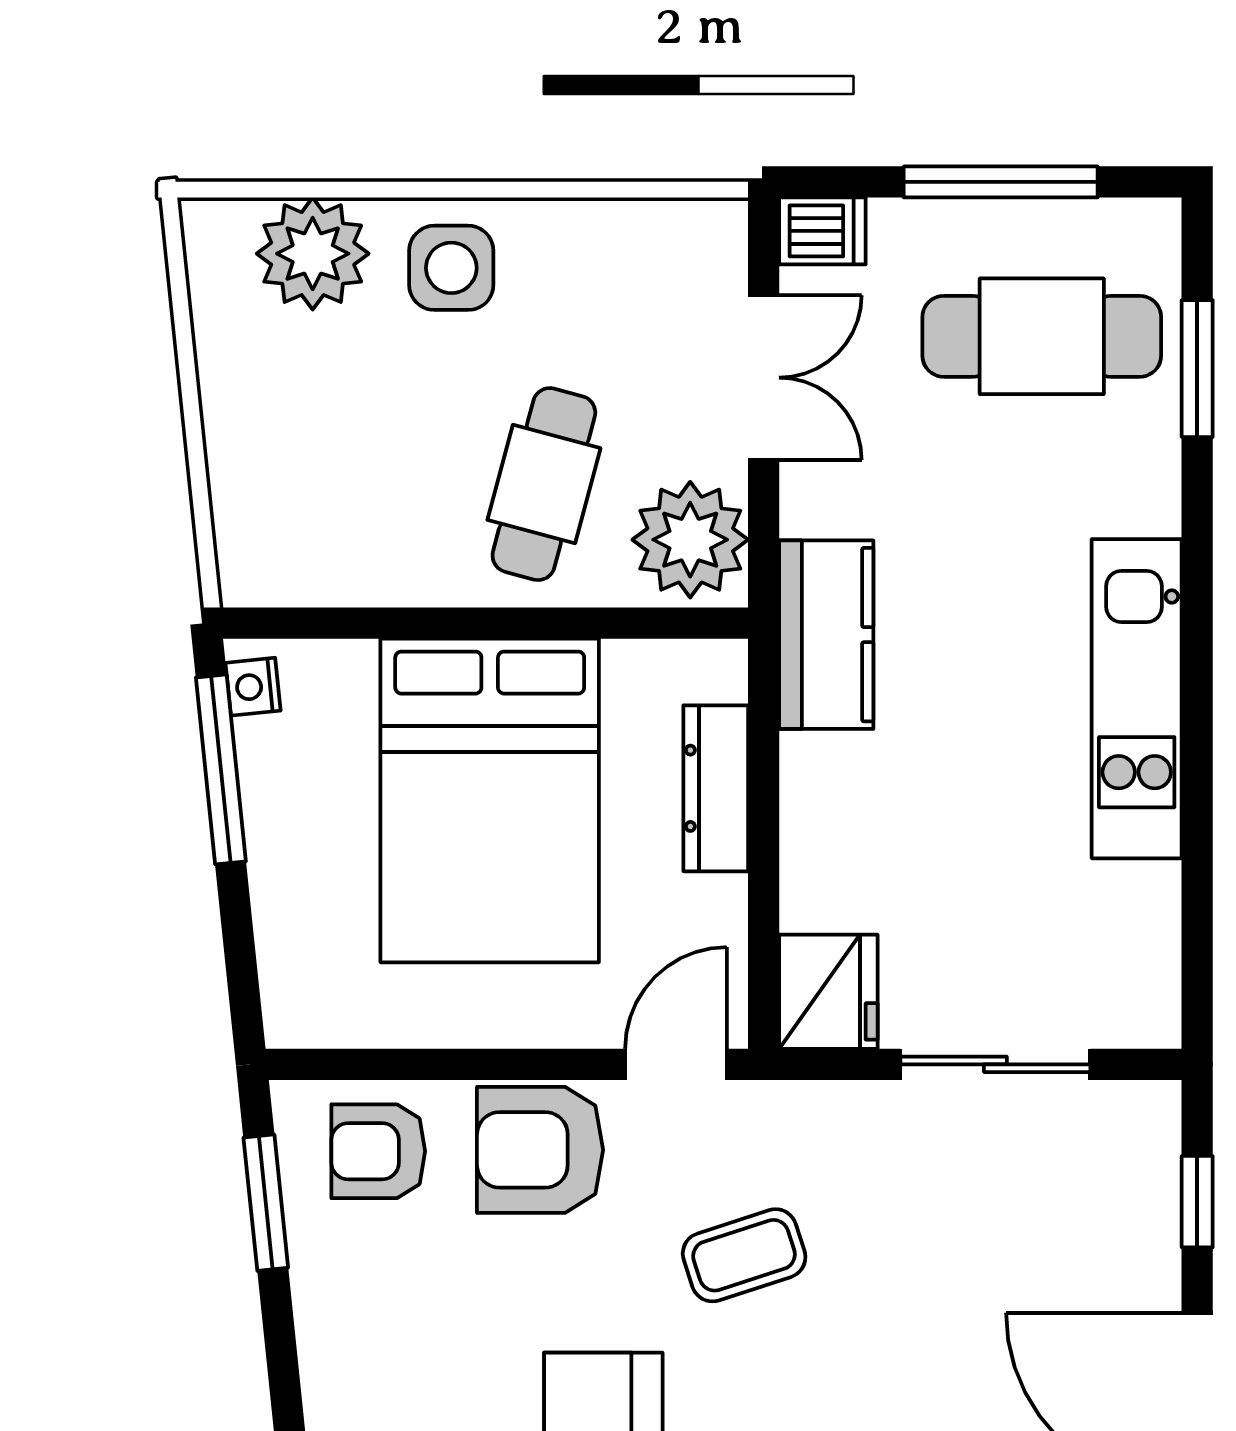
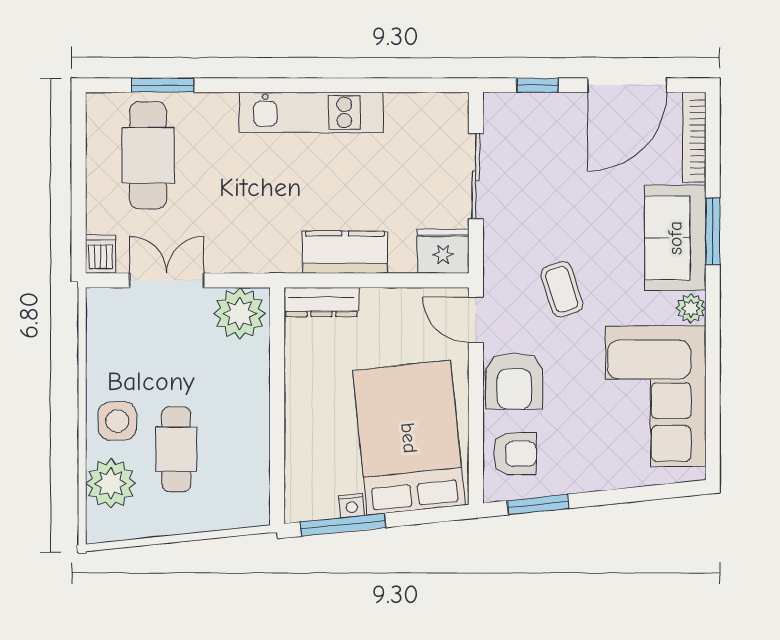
window: (1001, 182) -> (79, 174), removed
cafe table: (544, 484) -> (176, 449), moved, turned 75
kitchen counter: (826, 635) -> (345, 252), moved
nightstand: (253, 687) -> (352, 505), moved
dresser: (716, 788) -> (321, 302), moved
bed: (490, 800) -> (409, 438), moved, turned -96
armchair: (378, 1151) -> (515, 454), turned -90

